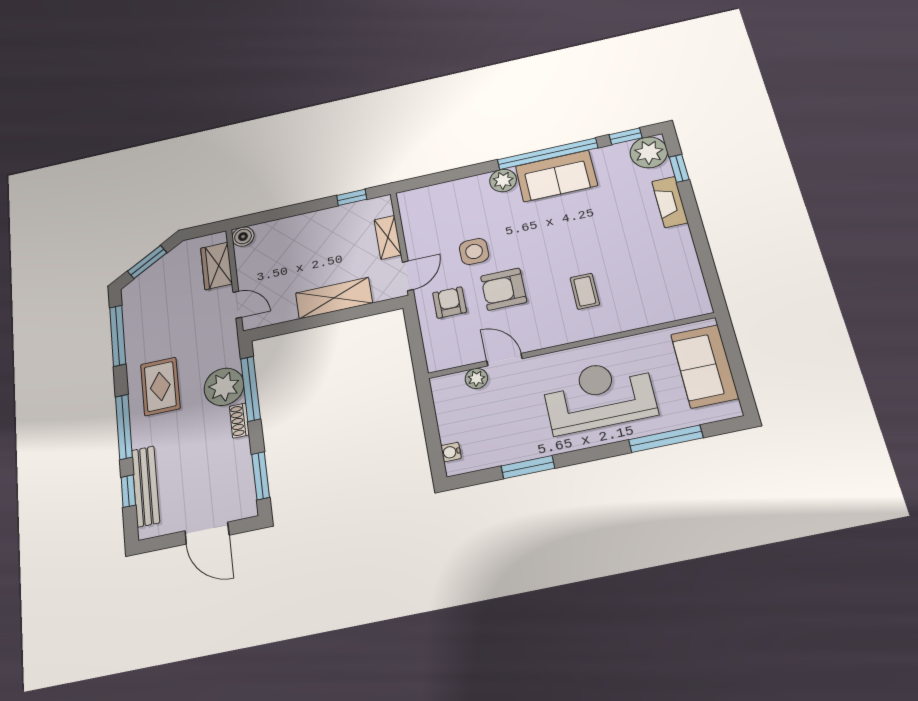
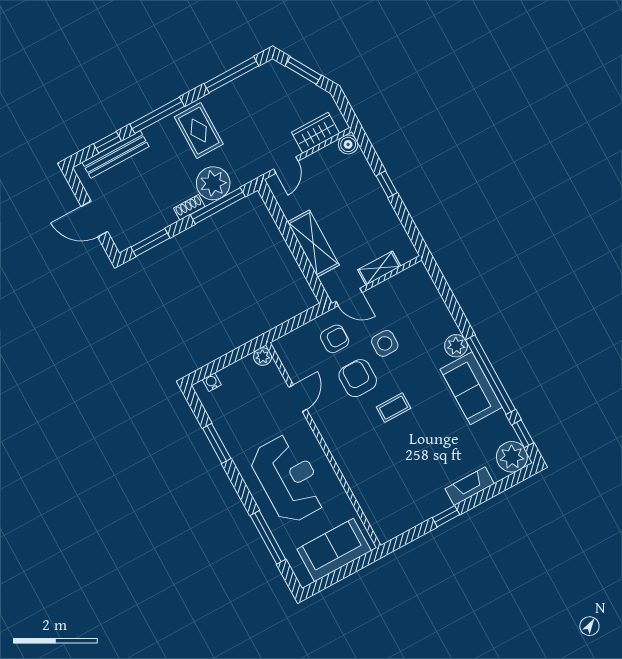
window: (679, 168) -> (446, 516), moved
window: (352, 197) -> (387, 184), moved
coffee table: (585, 291) -> (393, 408), moved
plant: (476, 378) -> (263, 357), moved
rug: (160, 386) -> (199, 131), turned 90
door: (207, 533) -> (94, 219), hinge flipped

